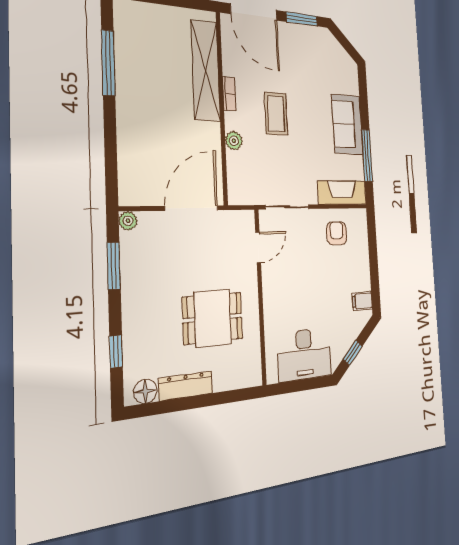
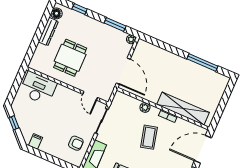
coffee table: (276, 114) -> (149, 137), turned 76
desk: (304, 354) -> (38, 88), moved, turned 90

